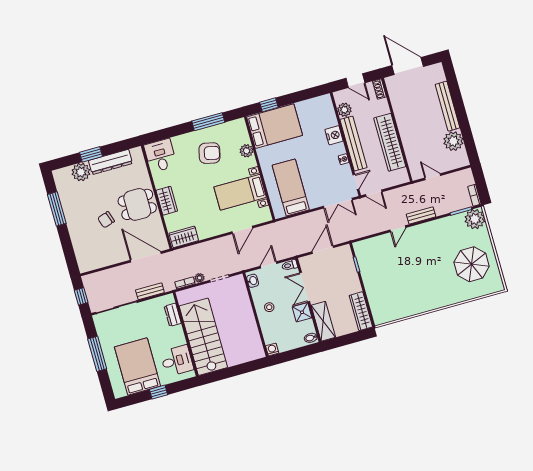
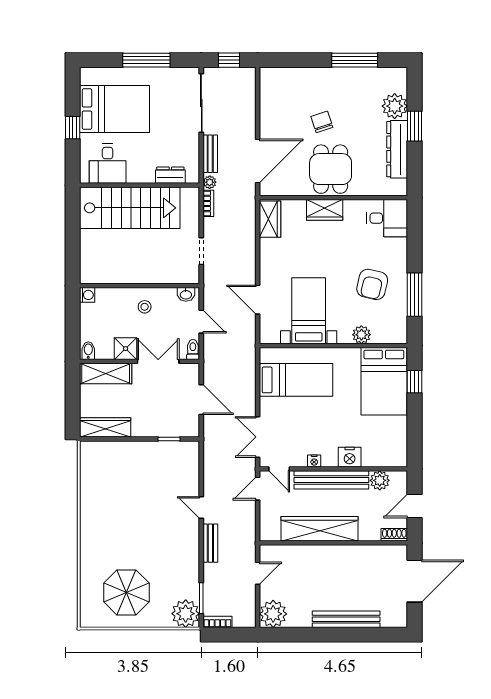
plant: (453, 141) -> (273, 614), moved
plant: (199, 278) -> (210, 182), moved

